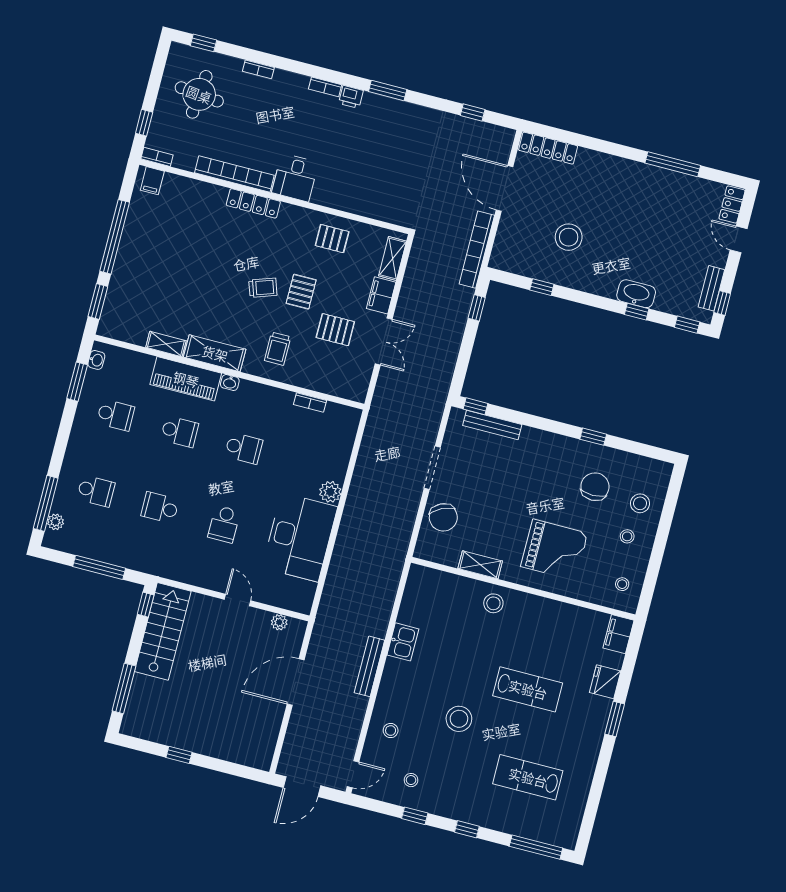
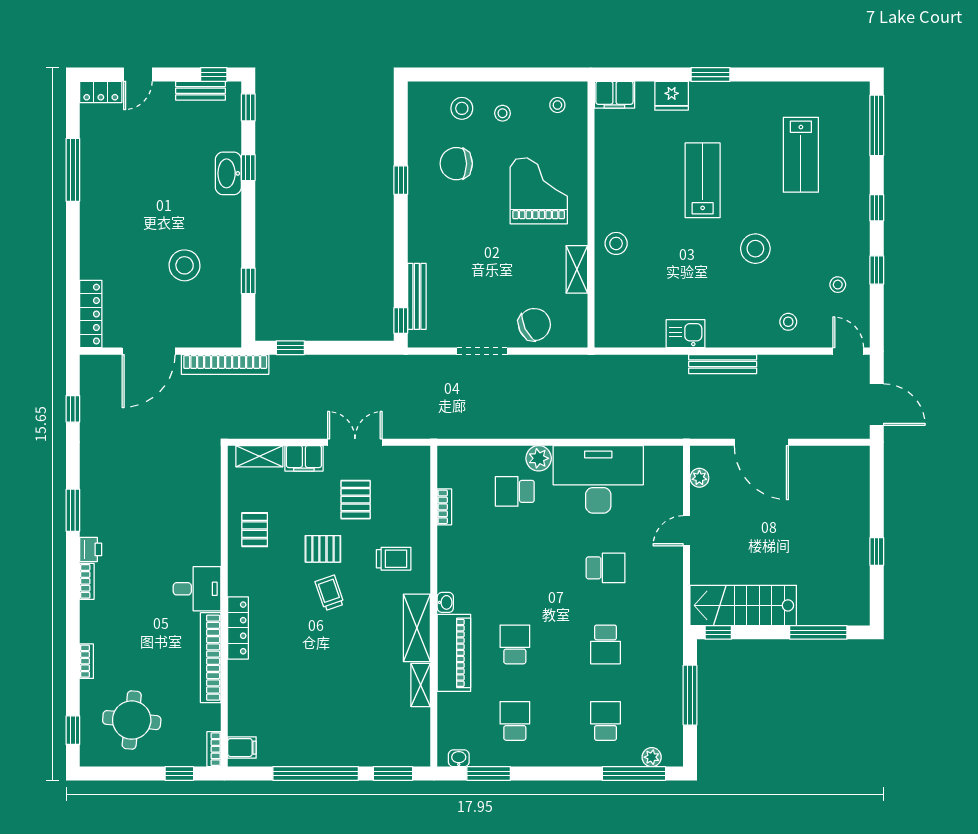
school desk: (244, 448) -> (515, 491), moved, turned -90

